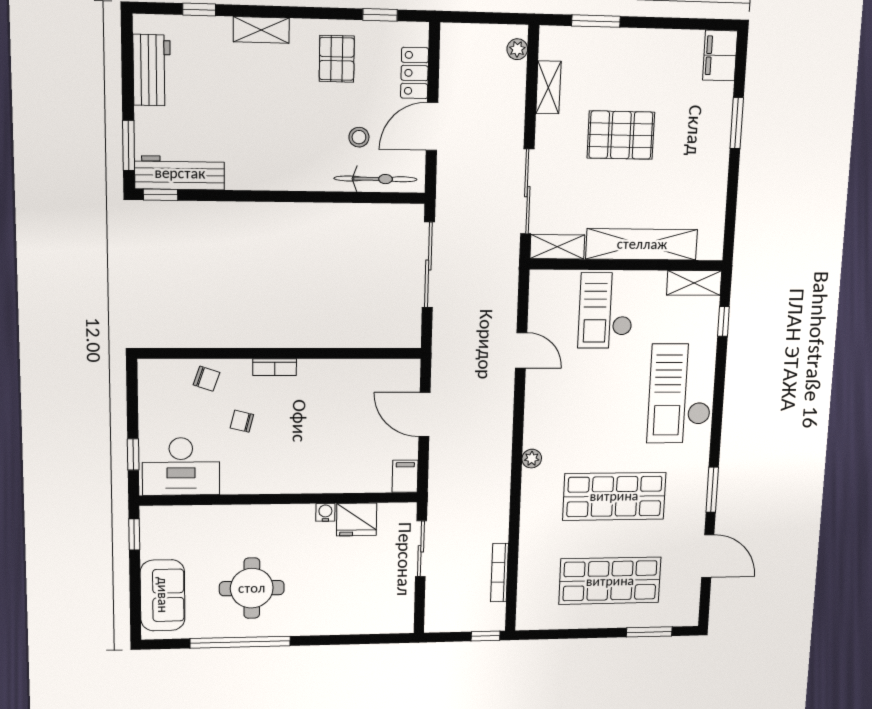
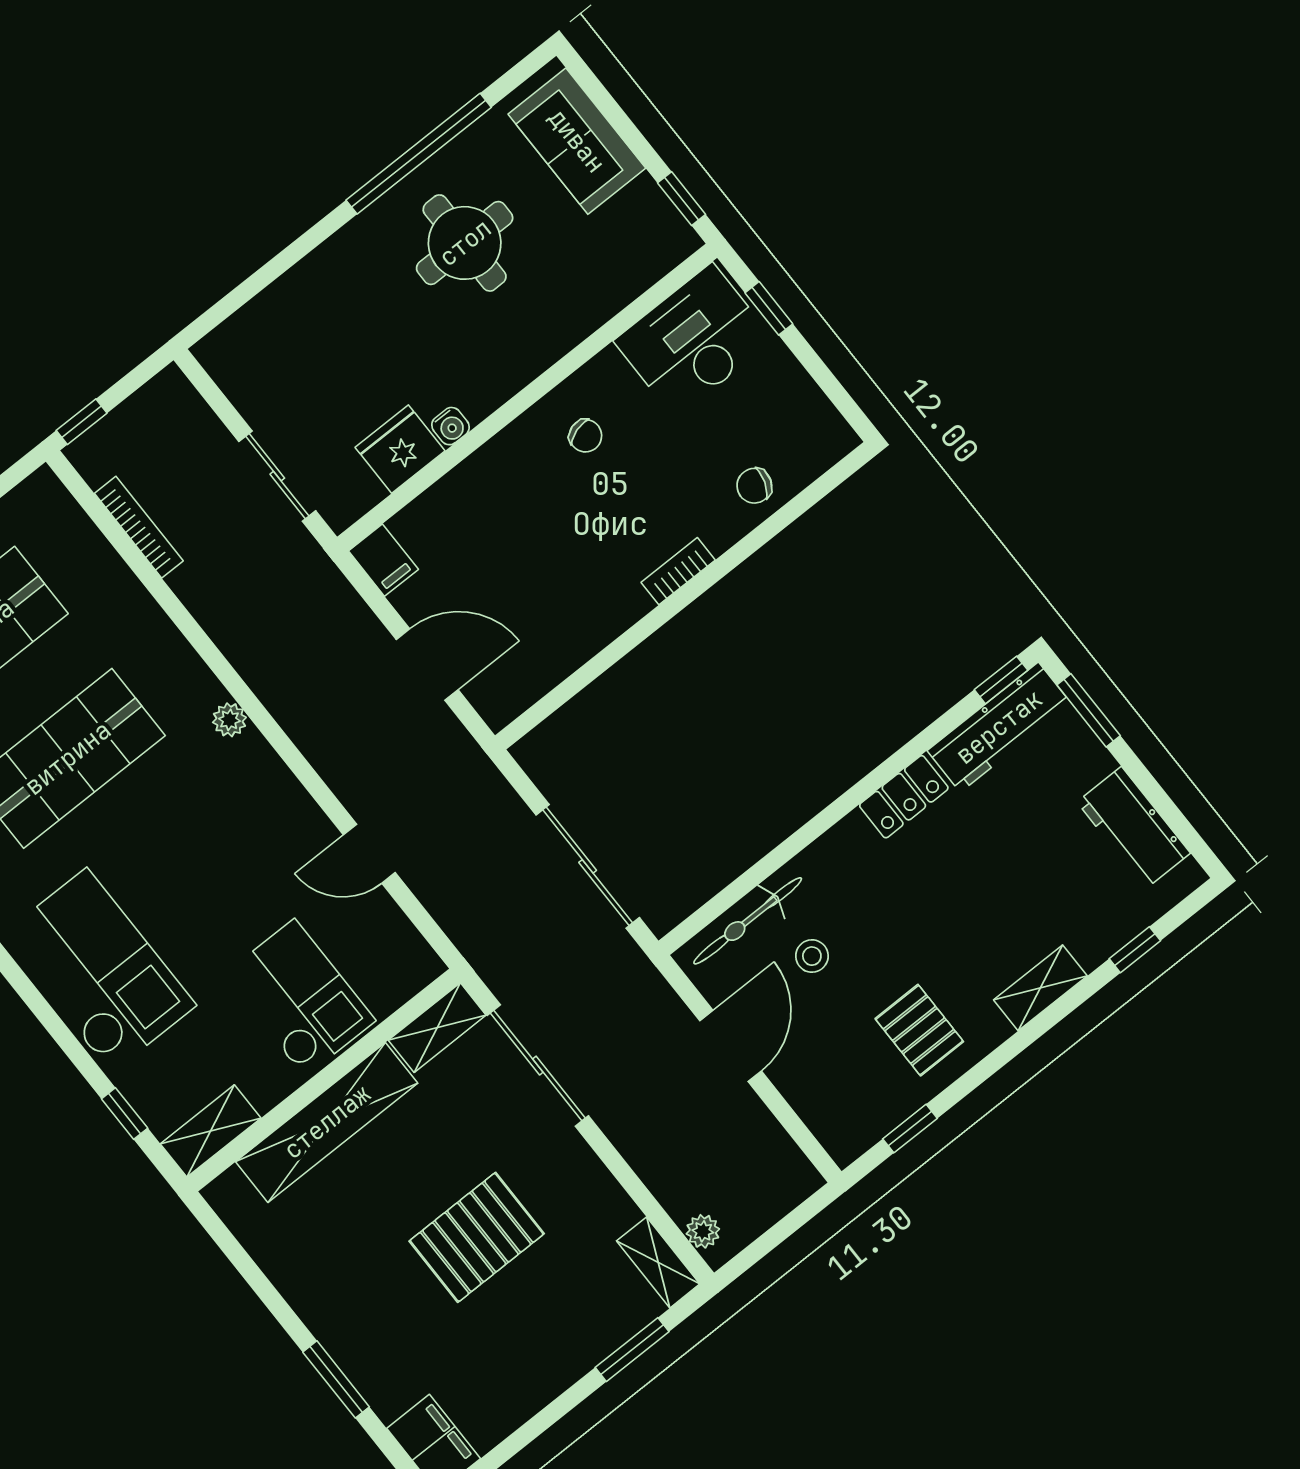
locker: (415, 73) -> (904, 797), moved, turned 90
shelving: (548, 87) -> (658, 1262), moved
chair: (242, 421) -> (585, 436), moved, turned 59

